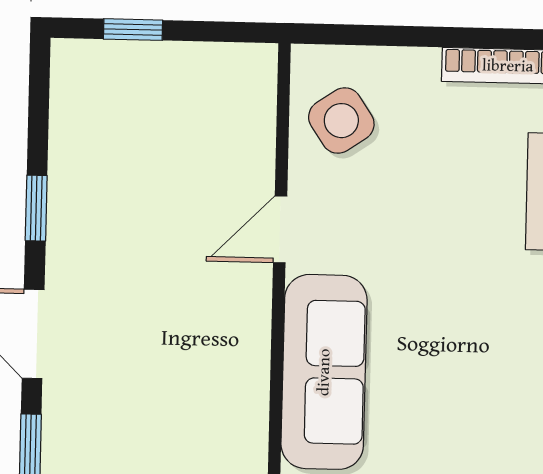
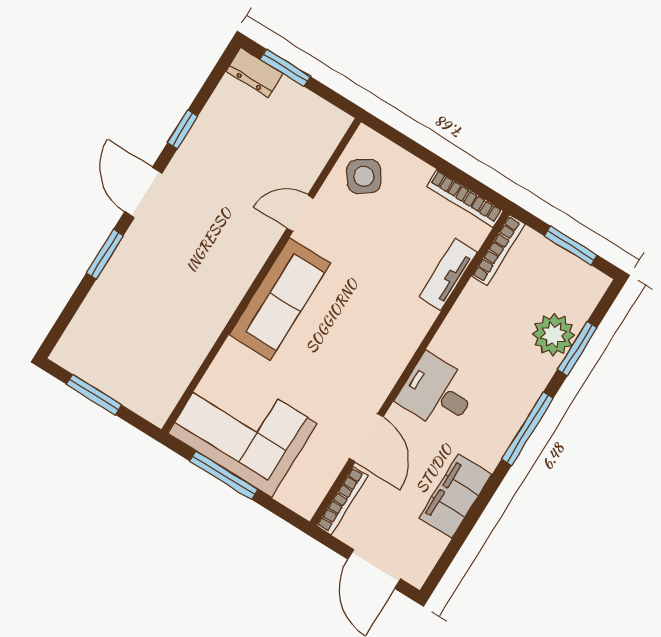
window: (133, 30) -> (285, 68), width x1.50
dresser: (92, 62) -> (255, 72), added

